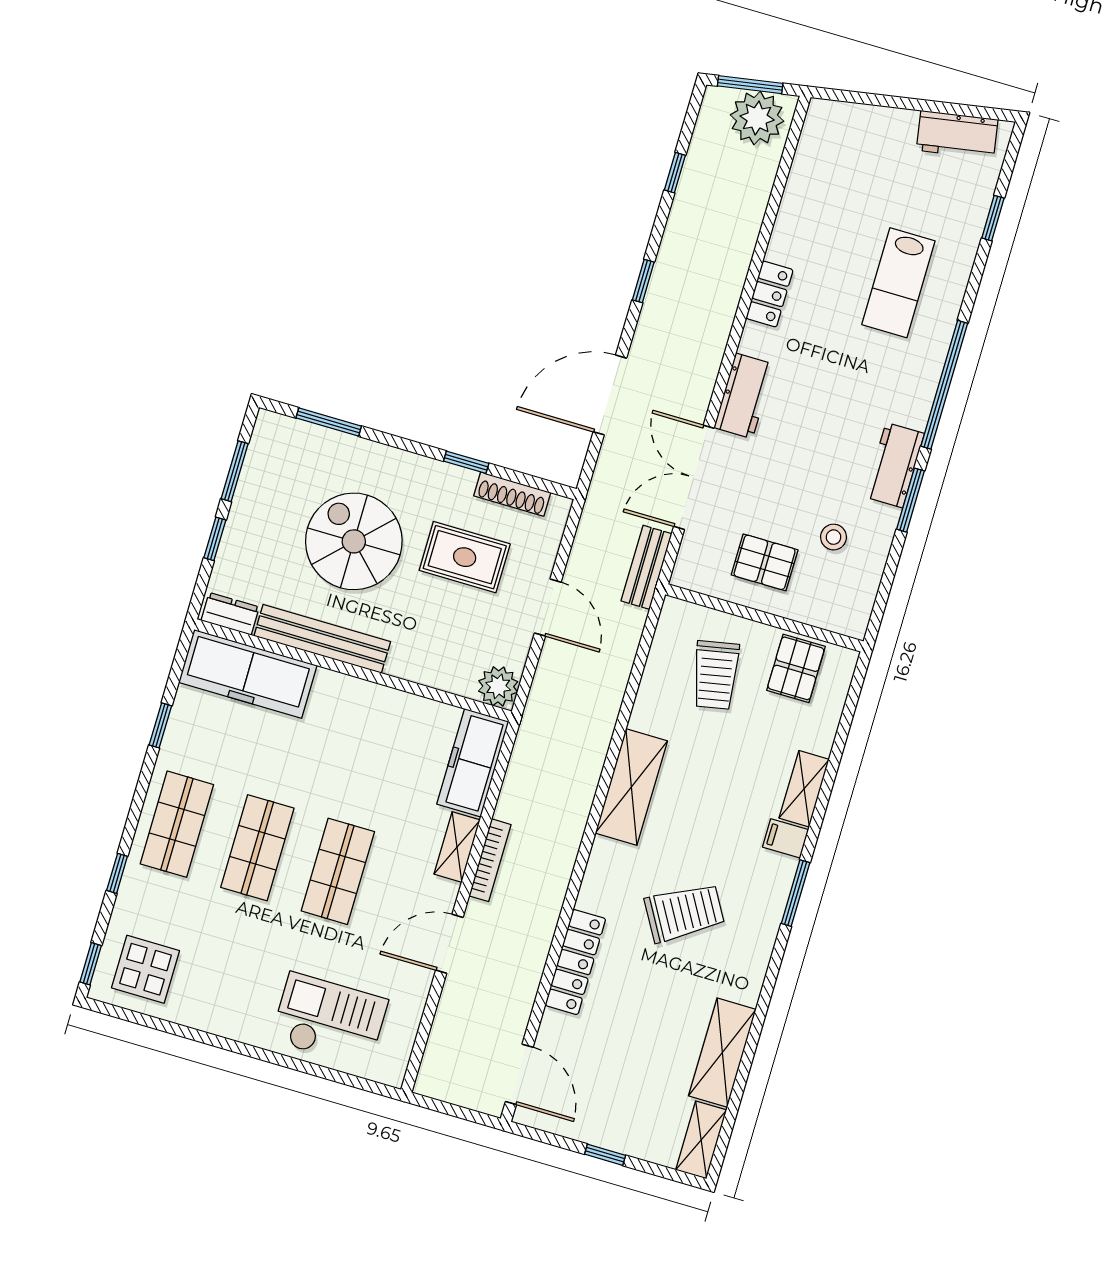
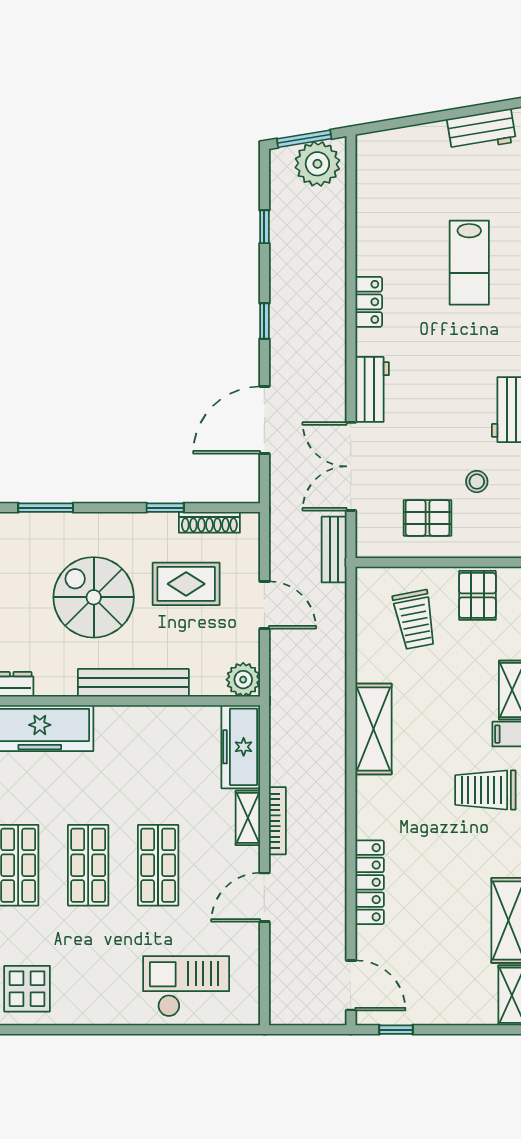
bench: (322, 639) -> (133, 683), moved
trolley: (684, 913) -> (485, 790), moved, turned -150
window: (605, 1155) -> (396, 1030), moved

